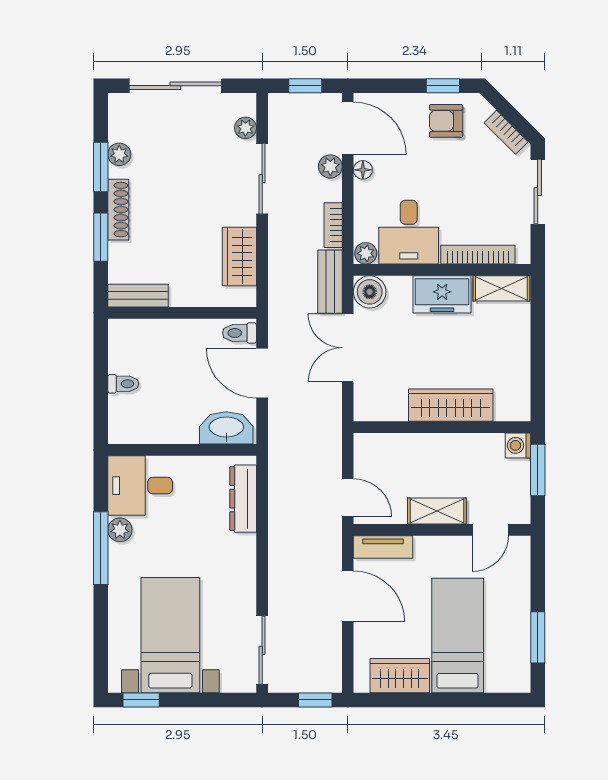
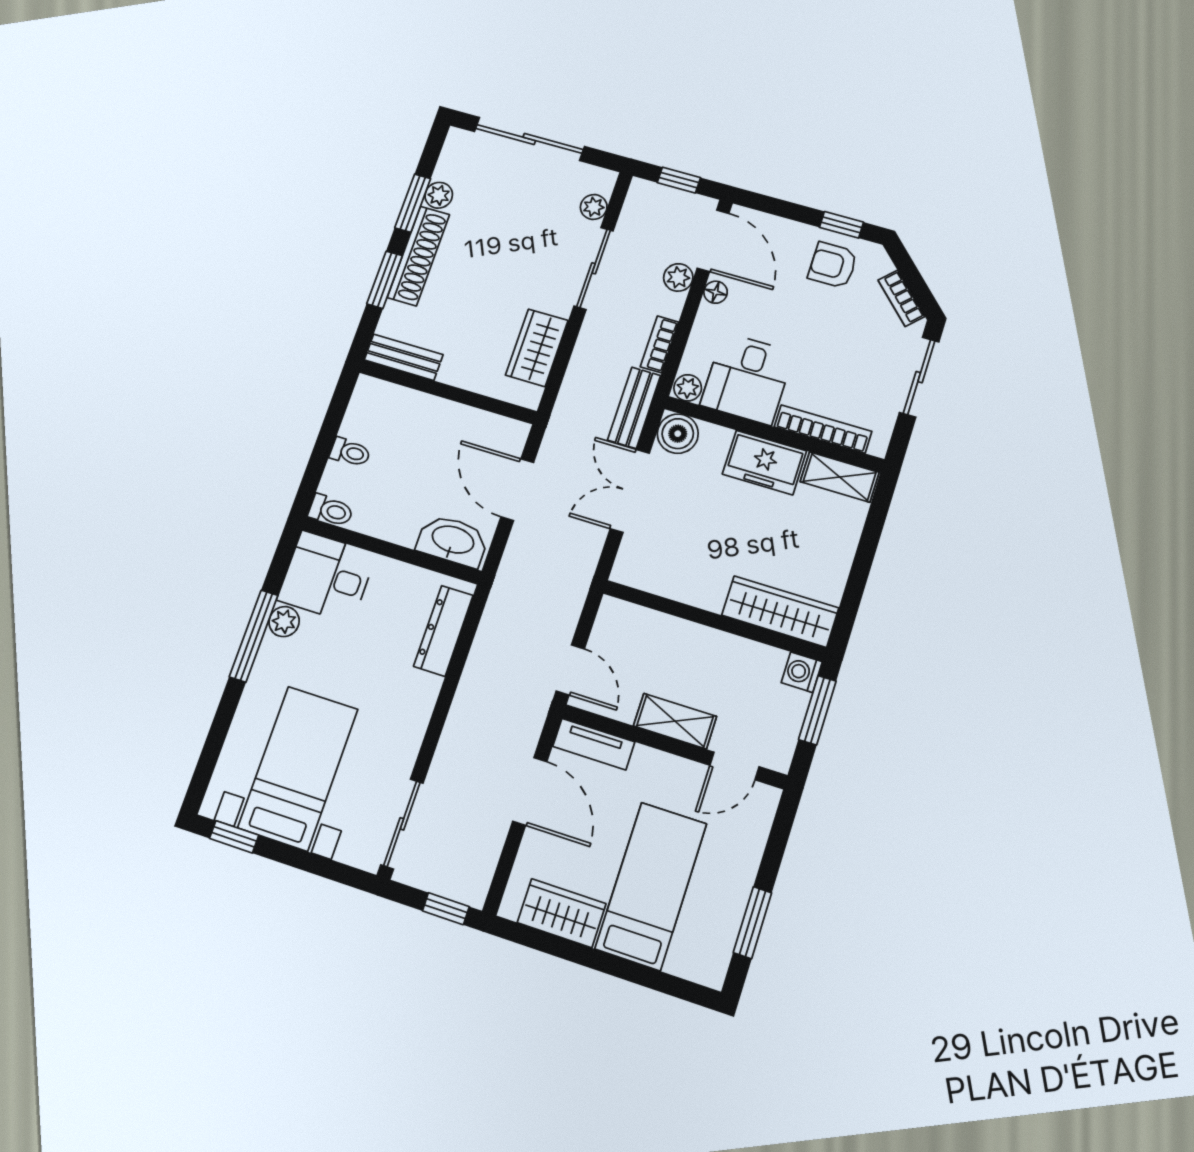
shoe rack: (118, 210) -> (418, 256), width x1.36, depth x1.24
toilet: (239, 333) -> (331, 511), moved, turned 180
wardrobe: (451, 405) -> (780, 612), moved

